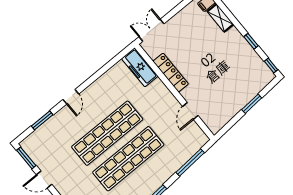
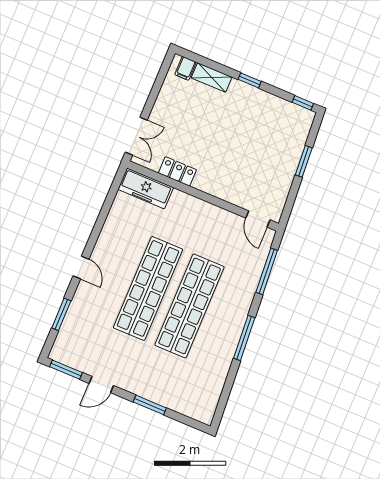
double door: (151, 30) -> (136, 136), swing flipped
window: (251, 41) -> (250, 80), moved
locker: (171, 73) -> (177, 171), width x0.66
door: (190, 111) -> (258, 219), moved

